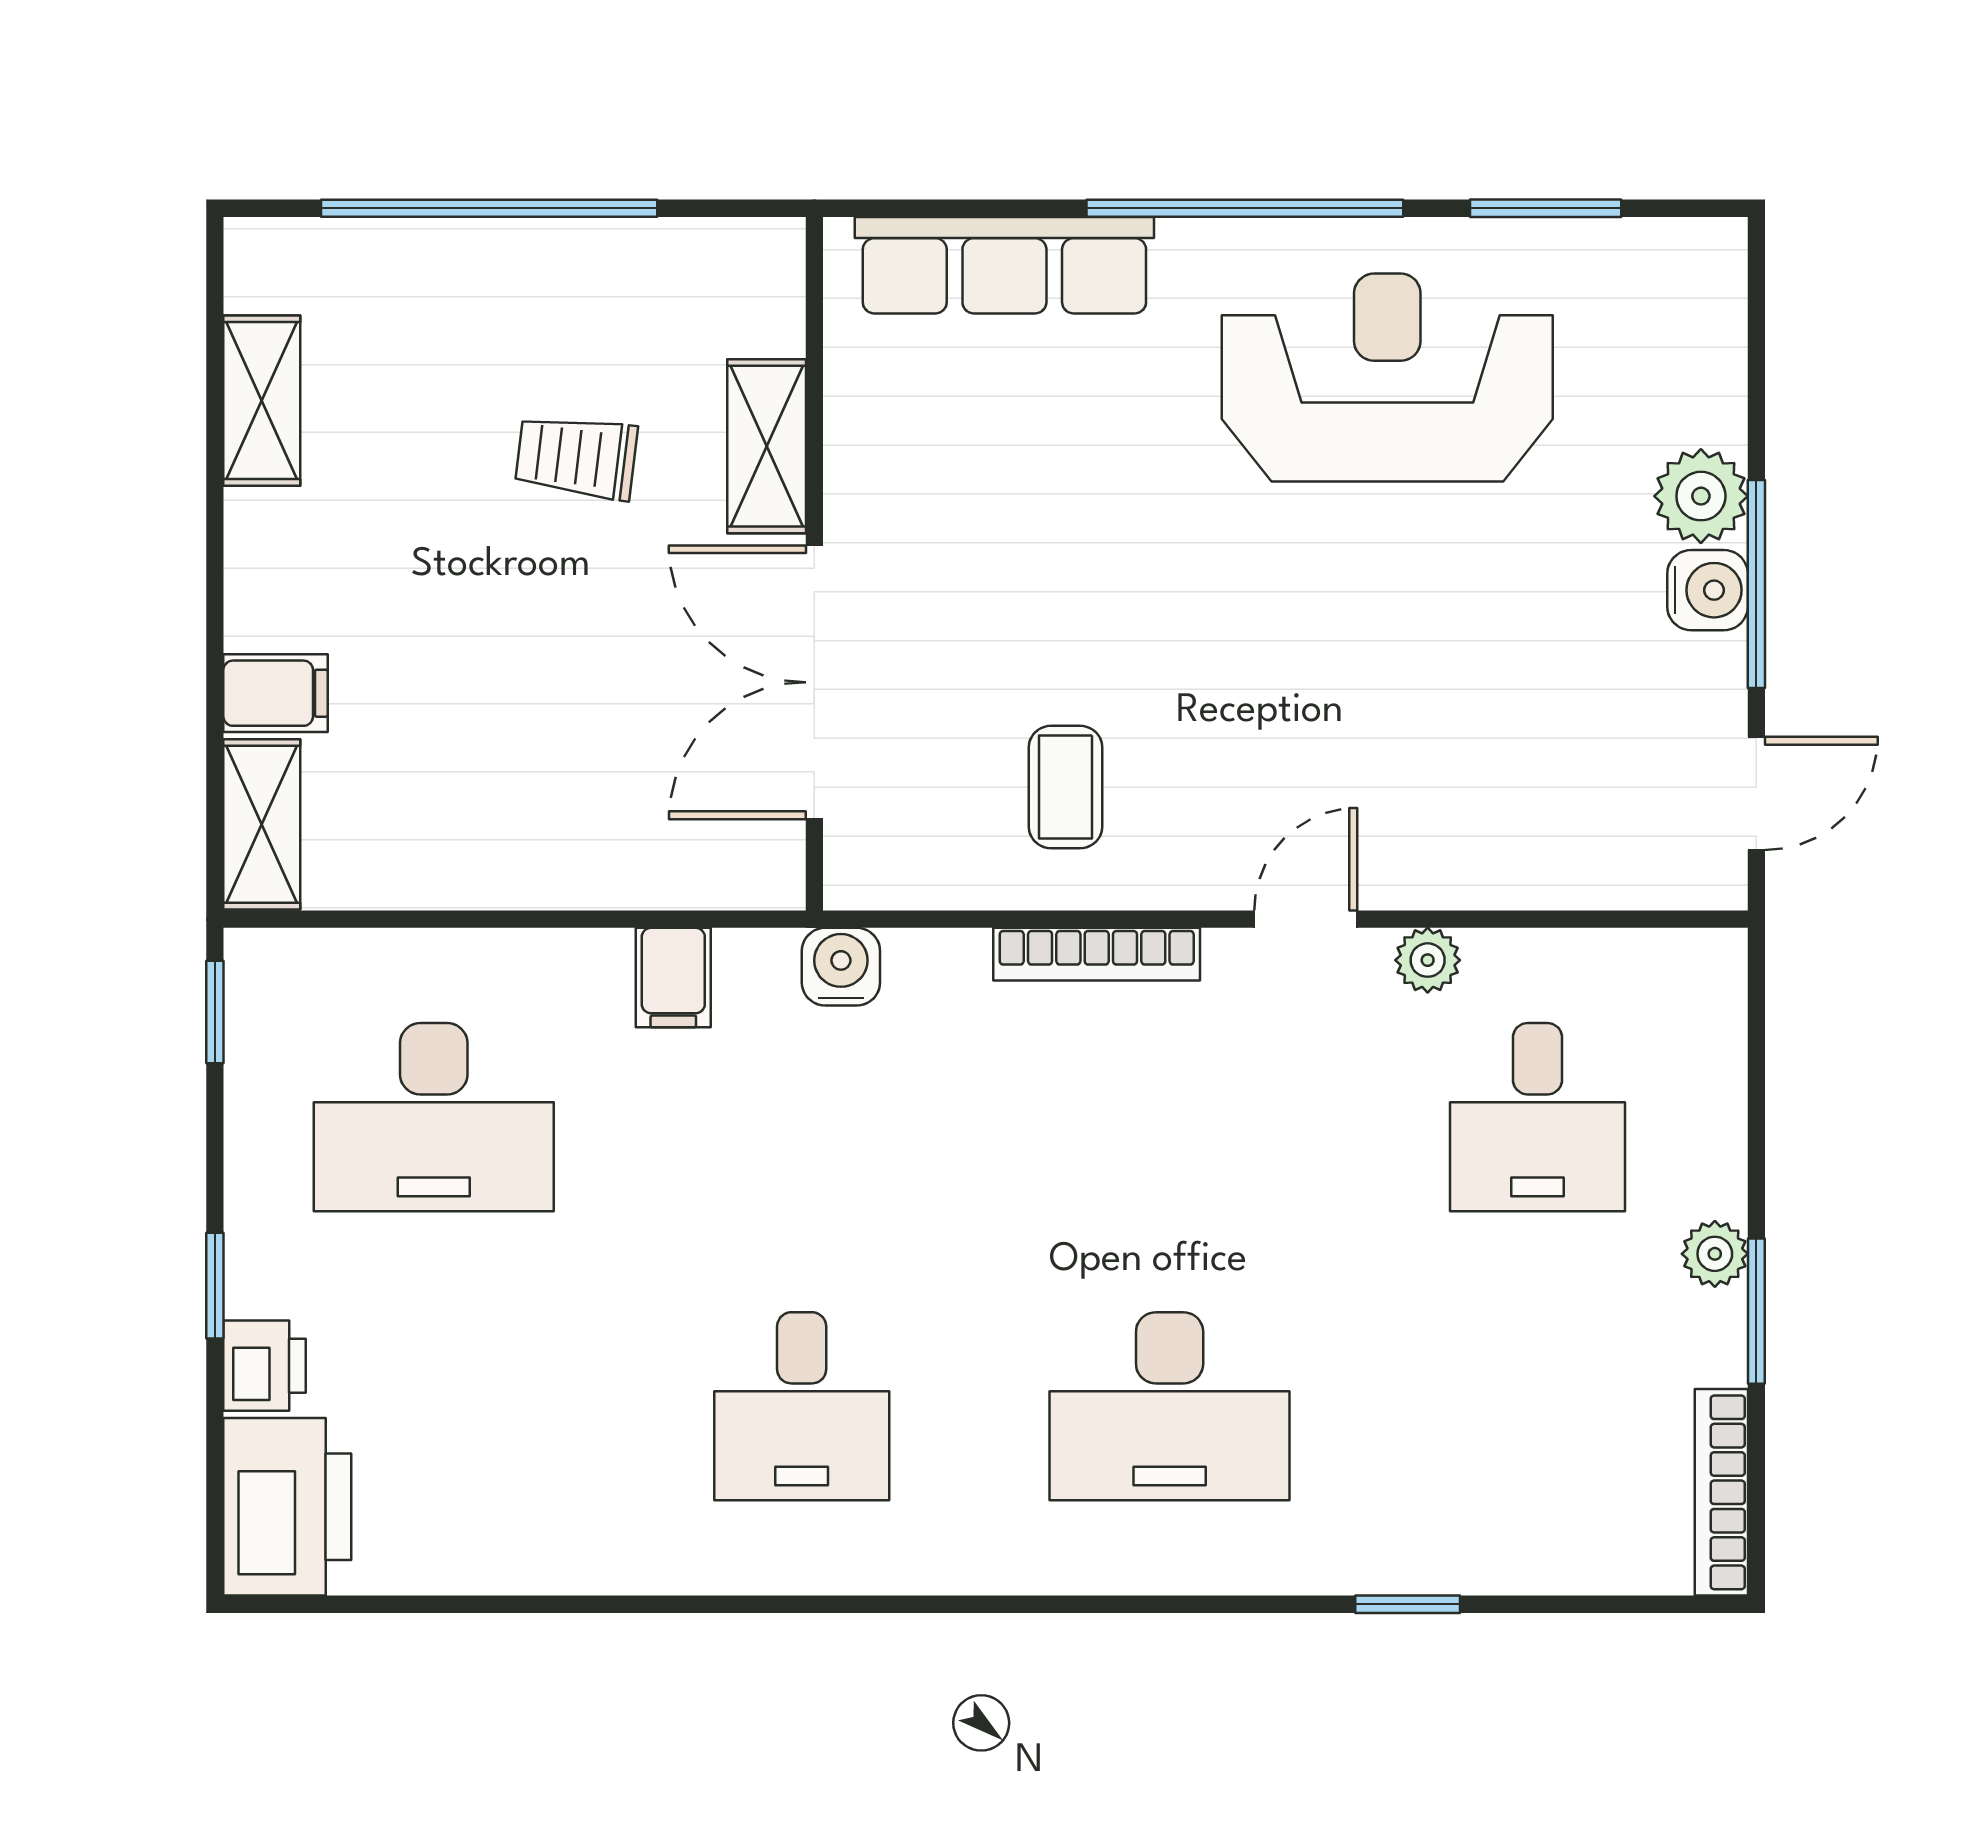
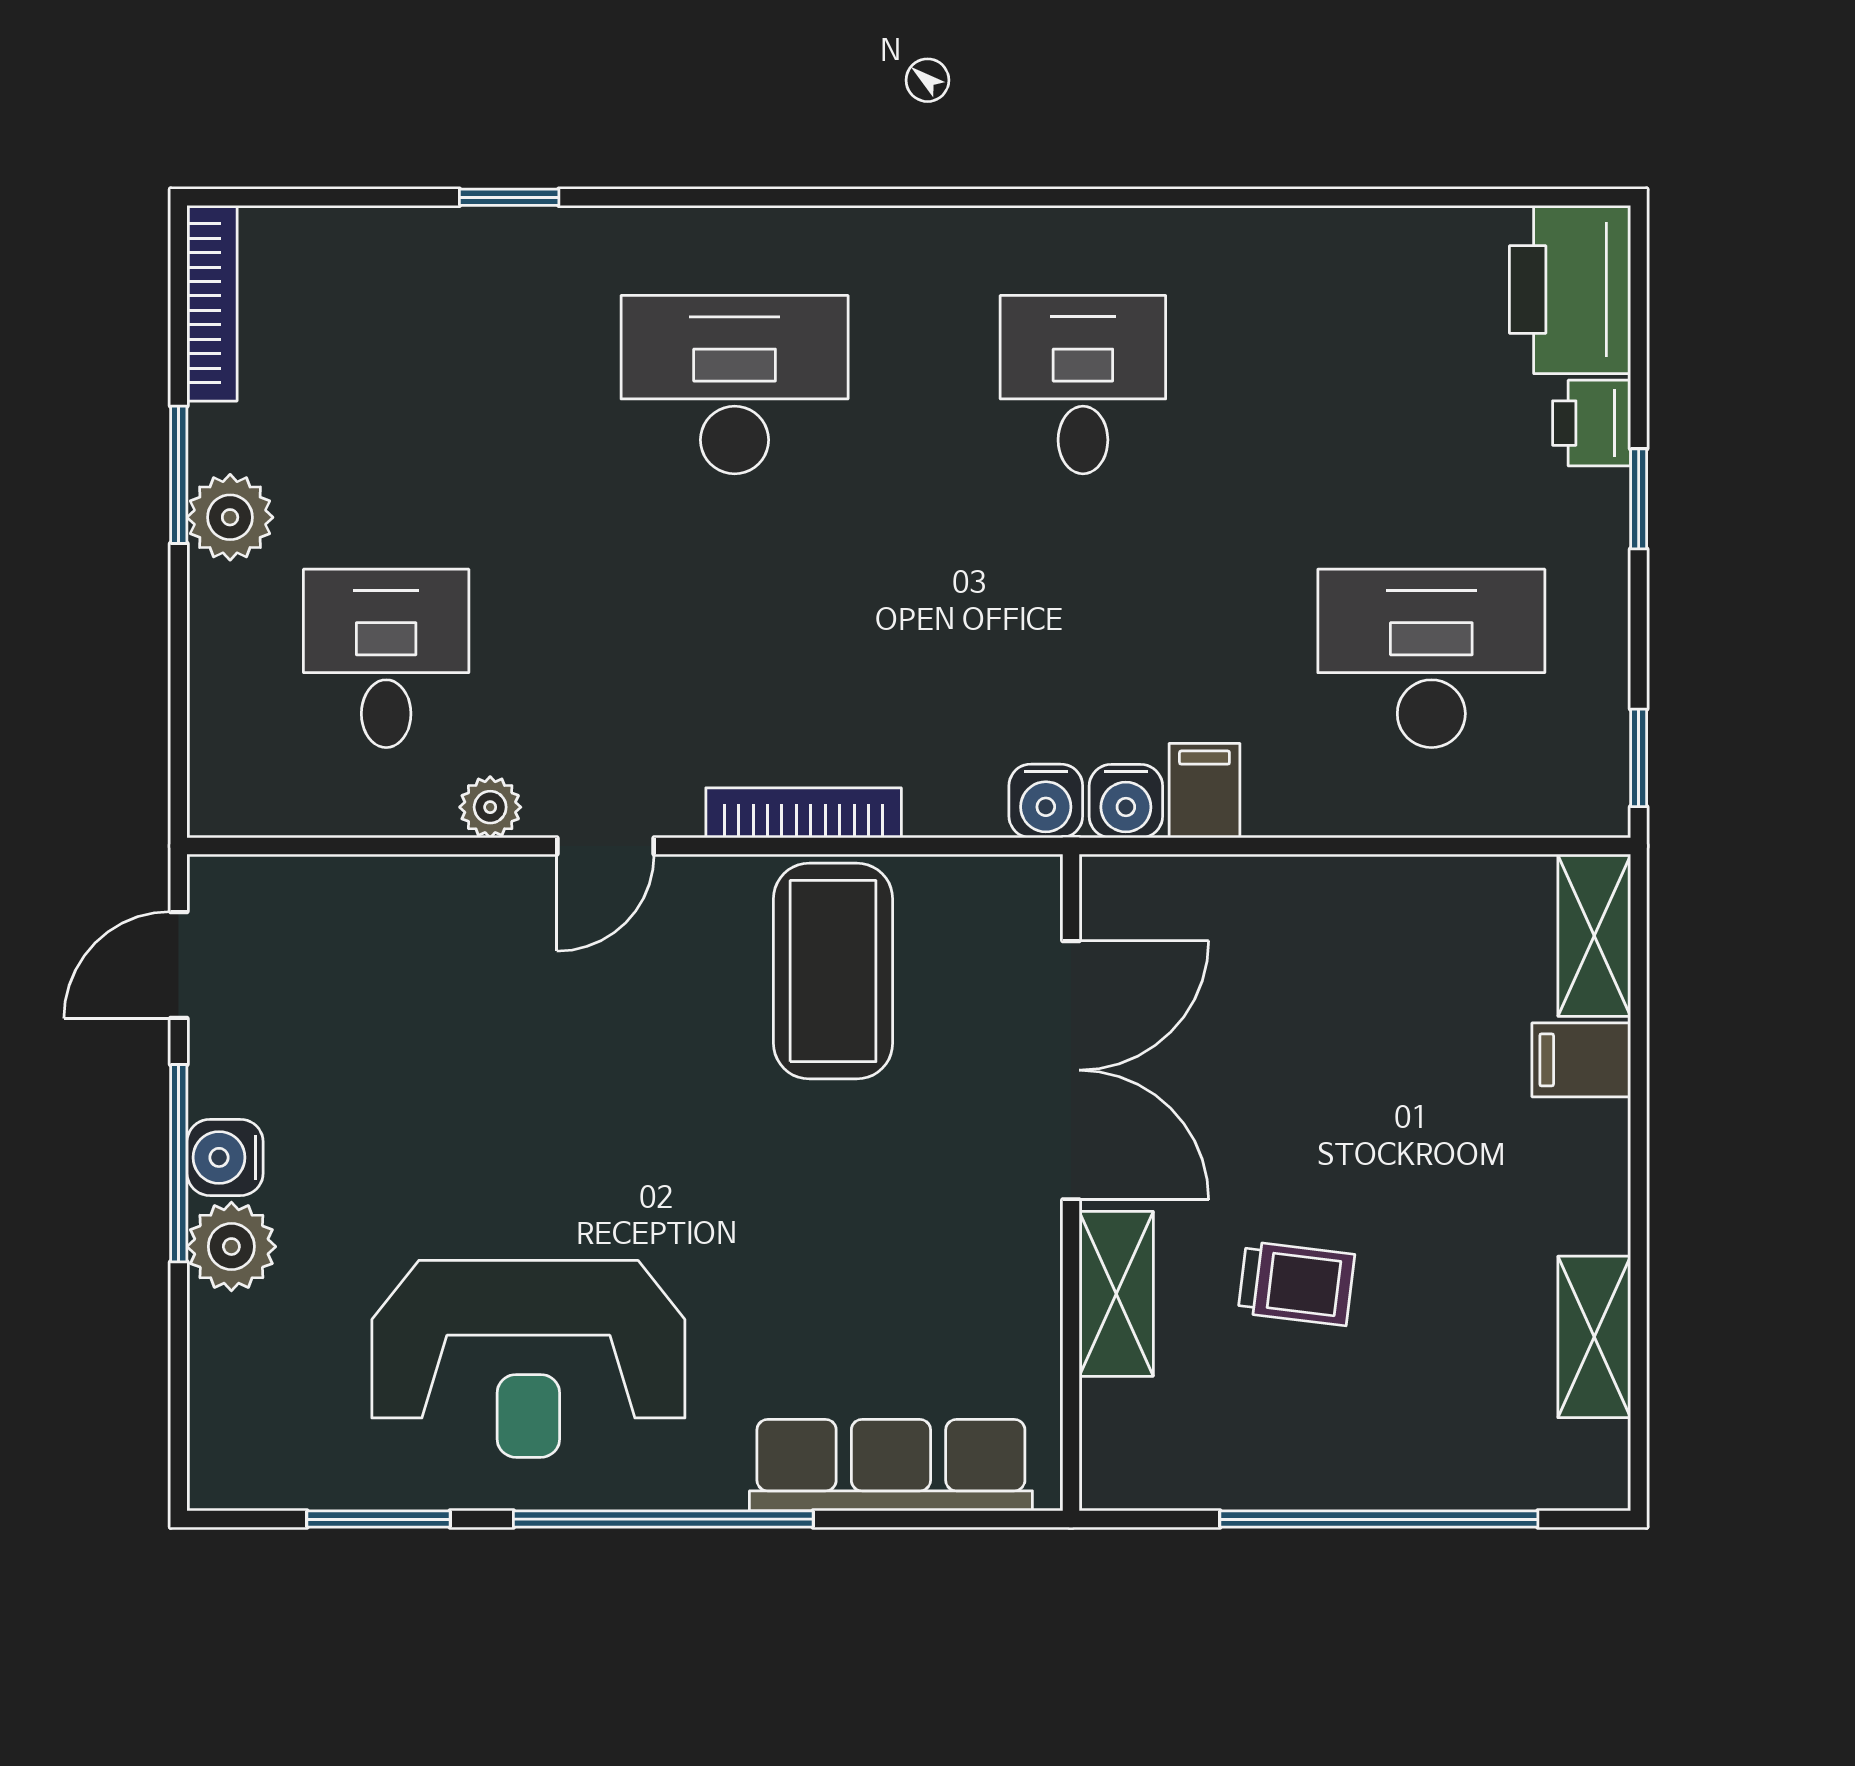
coffee table: (1066, 787) -> (833, 971), width x1.86, depth x1.72
water cooler: (756, 966) -> (1126, 801), added
plant: (1715, 1254) -> (230, 517), width x1.38, depth x1.38

